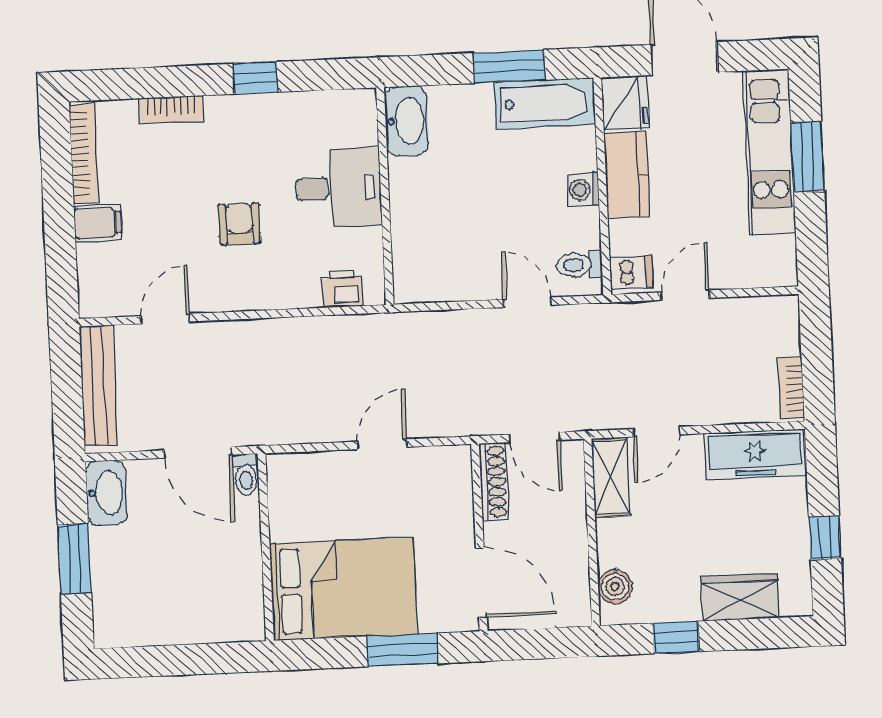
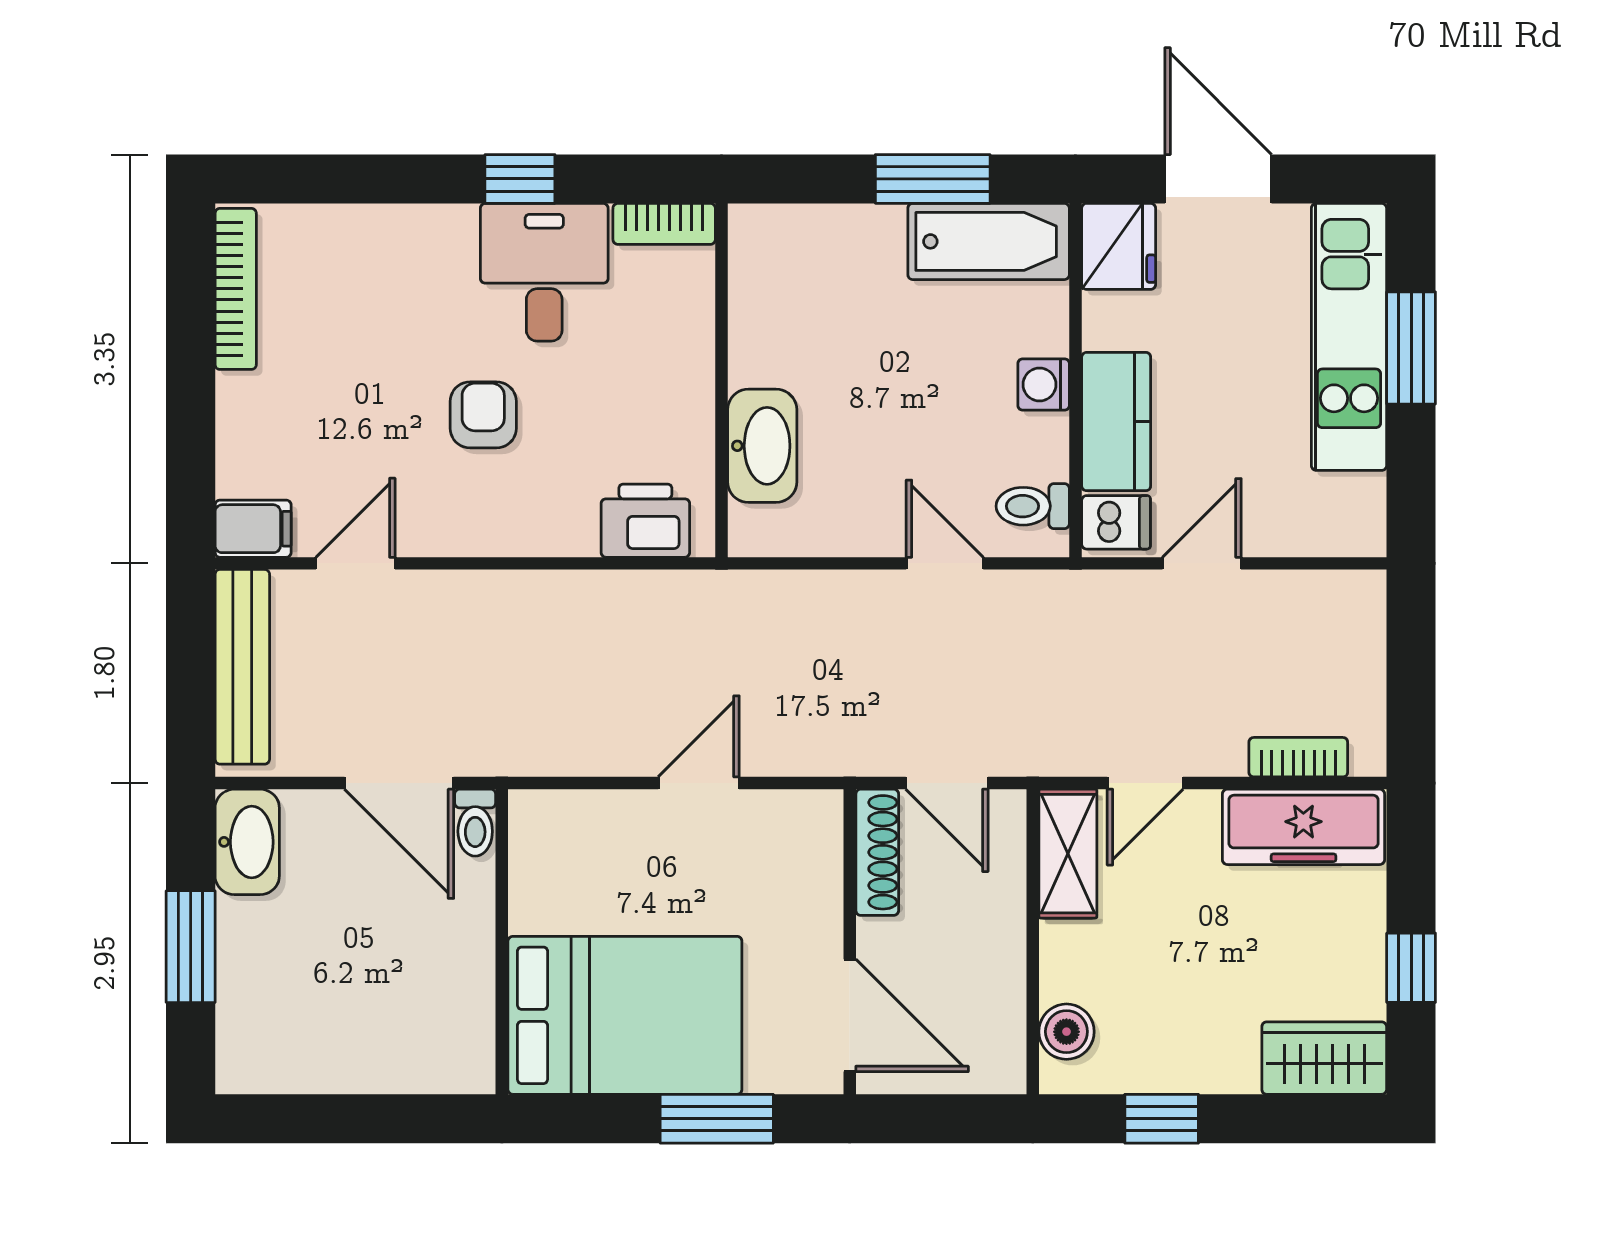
bookcase: (171, 109) -> (664, 224), moved
washbasin: (407, 121) -> (762, 446), moved
kitchen counter: (627, 175) -> (1116, 422), moved
desk: (338, 188) -> (544, 272), moved, turned -90
filing cabinet: (98, 223) -> (253, 529), moved
printer: (342, 289) -> (645, 521), width x1.36, depth x1.24
bookcase: (791, 388) -> (1298, 757), moved, turned 90
wardrobe: (740, 597) -> (1324, 1058), moved

